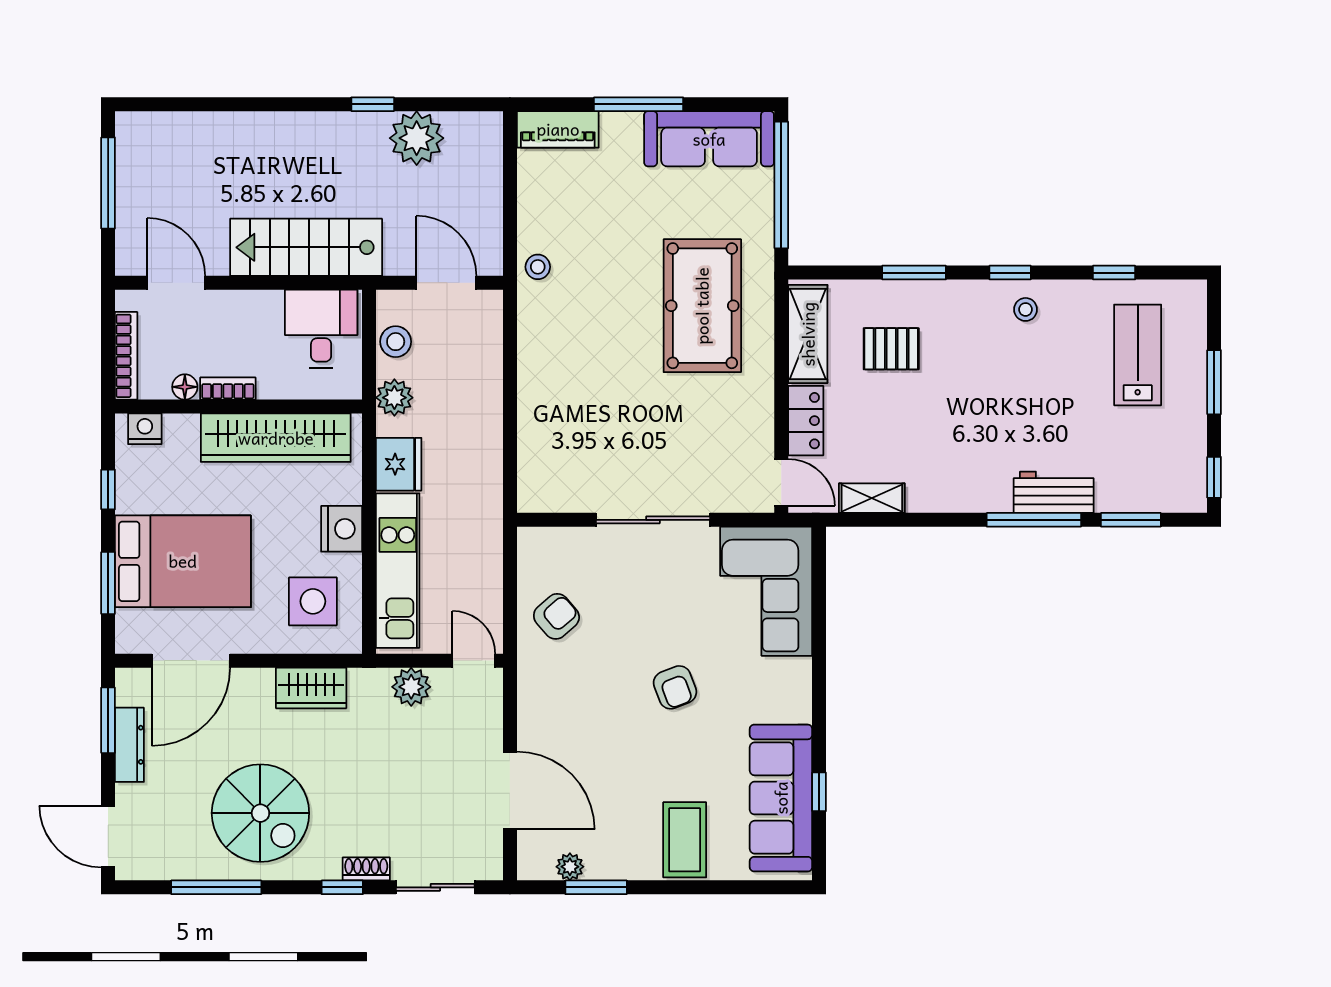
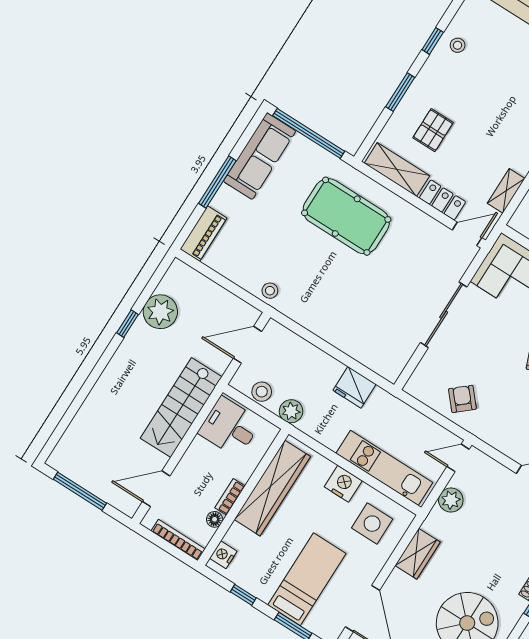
fridge: (399, 464) -> (354, 387), moved, turned 180
bed: (183, 561) -> (307, 579), width x0.67

